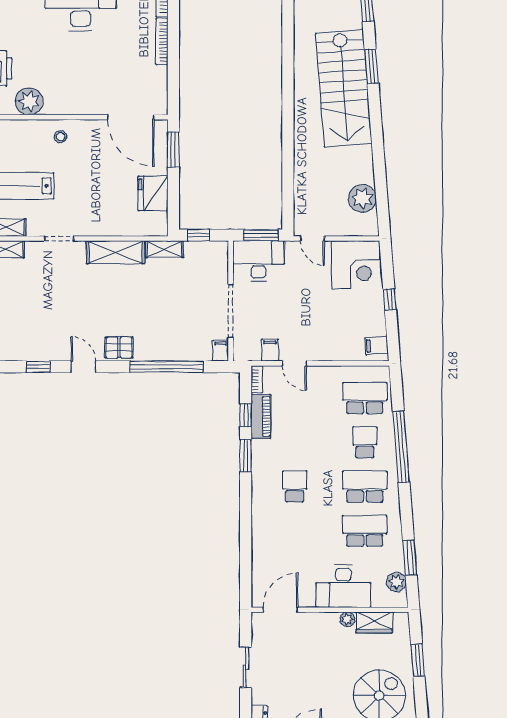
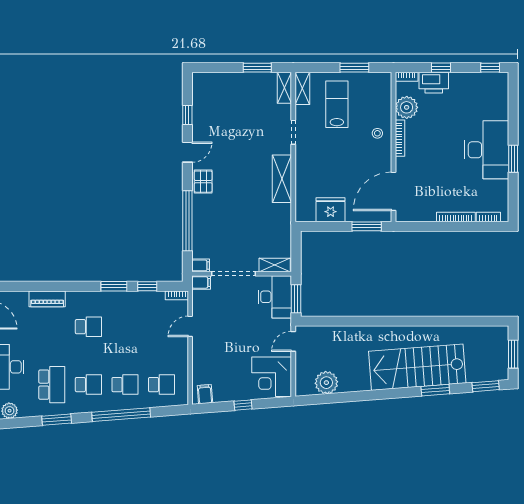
bookcase: (66, 109) -> (400, 138), added
window: (198, 235) -> (296, 247), removed
shelving: (165, 249) -> (275, 265), moved, turned 90
filing cabinet: (270, 350) -> (201, 282), moved
school desk: (365, 398) -> (161, 385), width x0.54
piano: (261, 417) -> (47, 299), moved
school desk: (365, 487) -> (88, 385), width x0.54
window: (410, 558) -> (57, 420), moved

